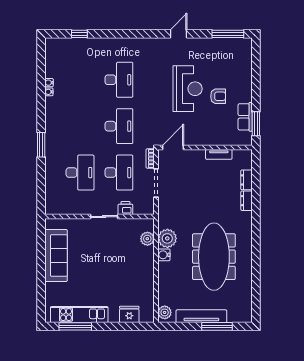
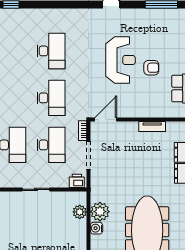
printer: (125, 208) -> (77, 181), moved

